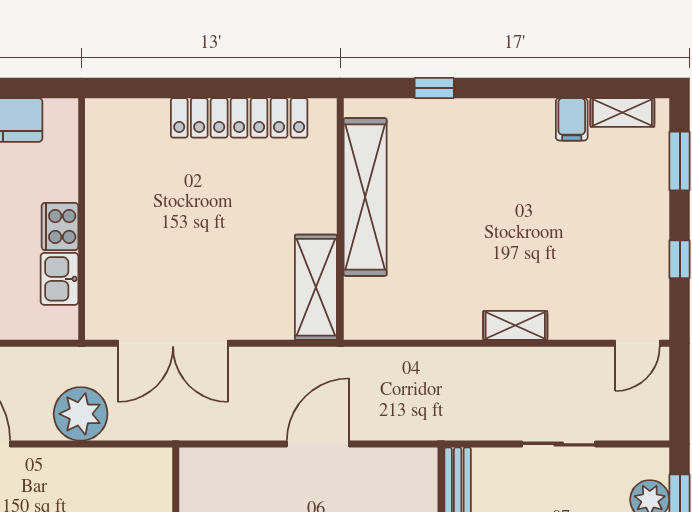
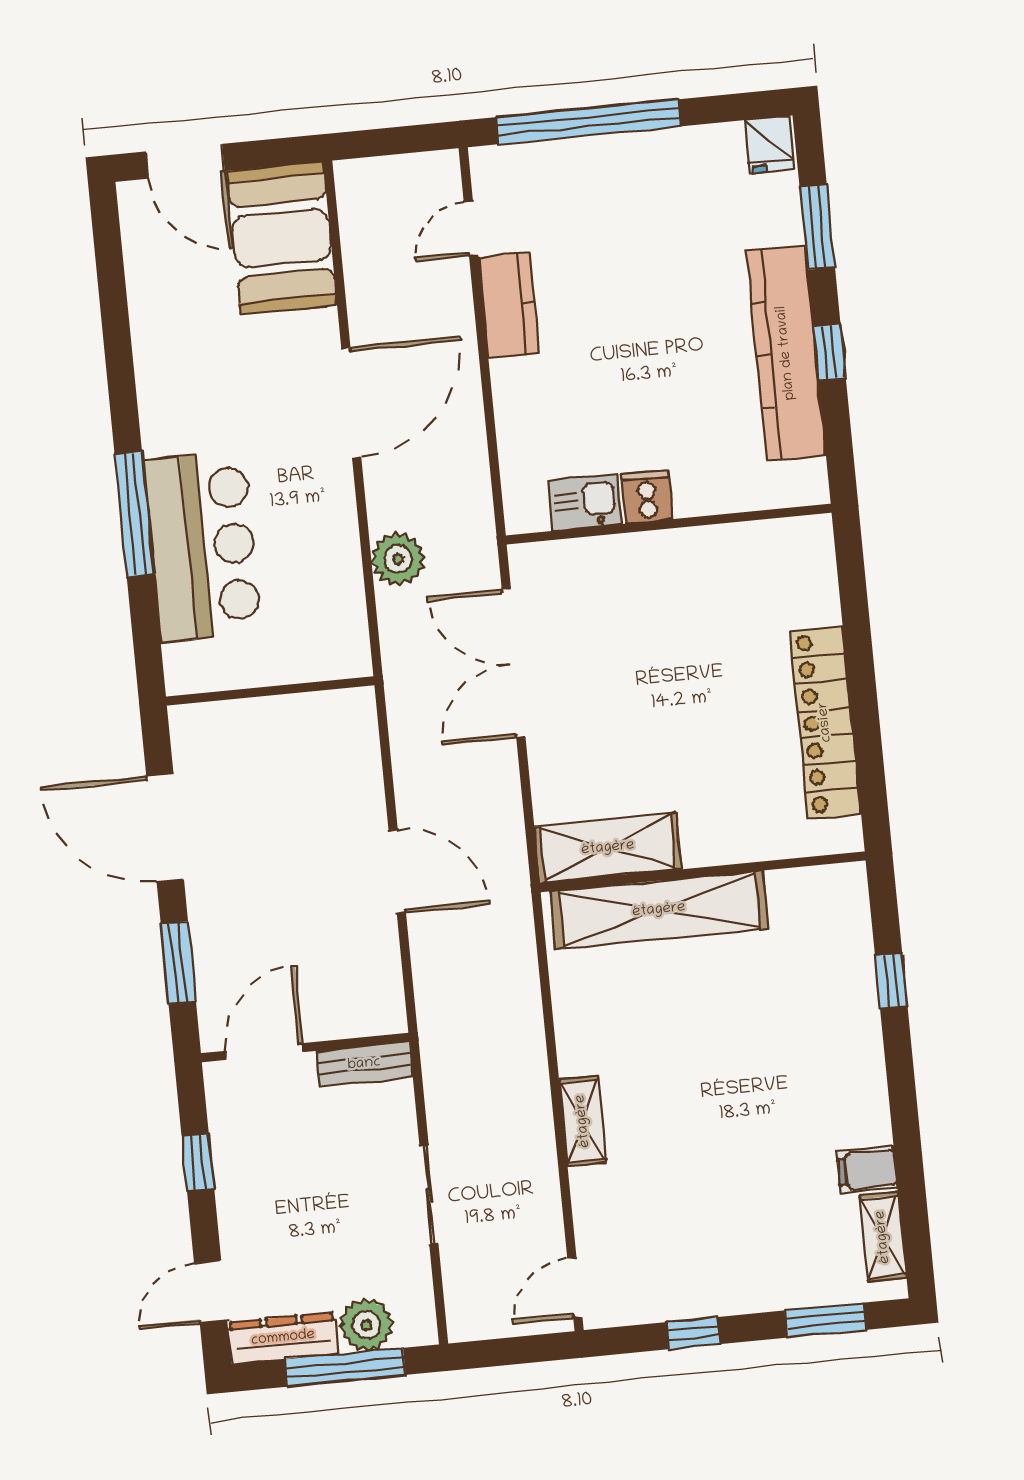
shelving: (365, 197) -> (659, 910), moved
cooker: (60, 226) -> (647, 497), width x0.73
door: (638, 343) -> (575, 1288), hinge flipped
plant: (81, 414) -> (398, 559), width x0.73, depth x0.73

